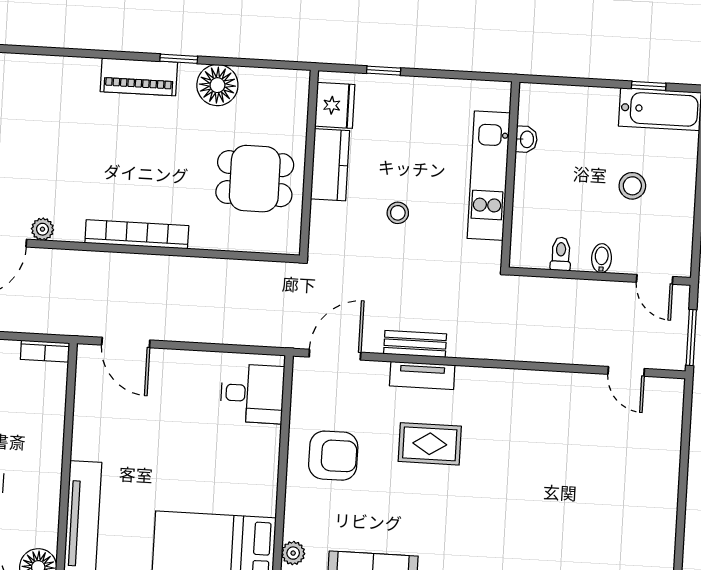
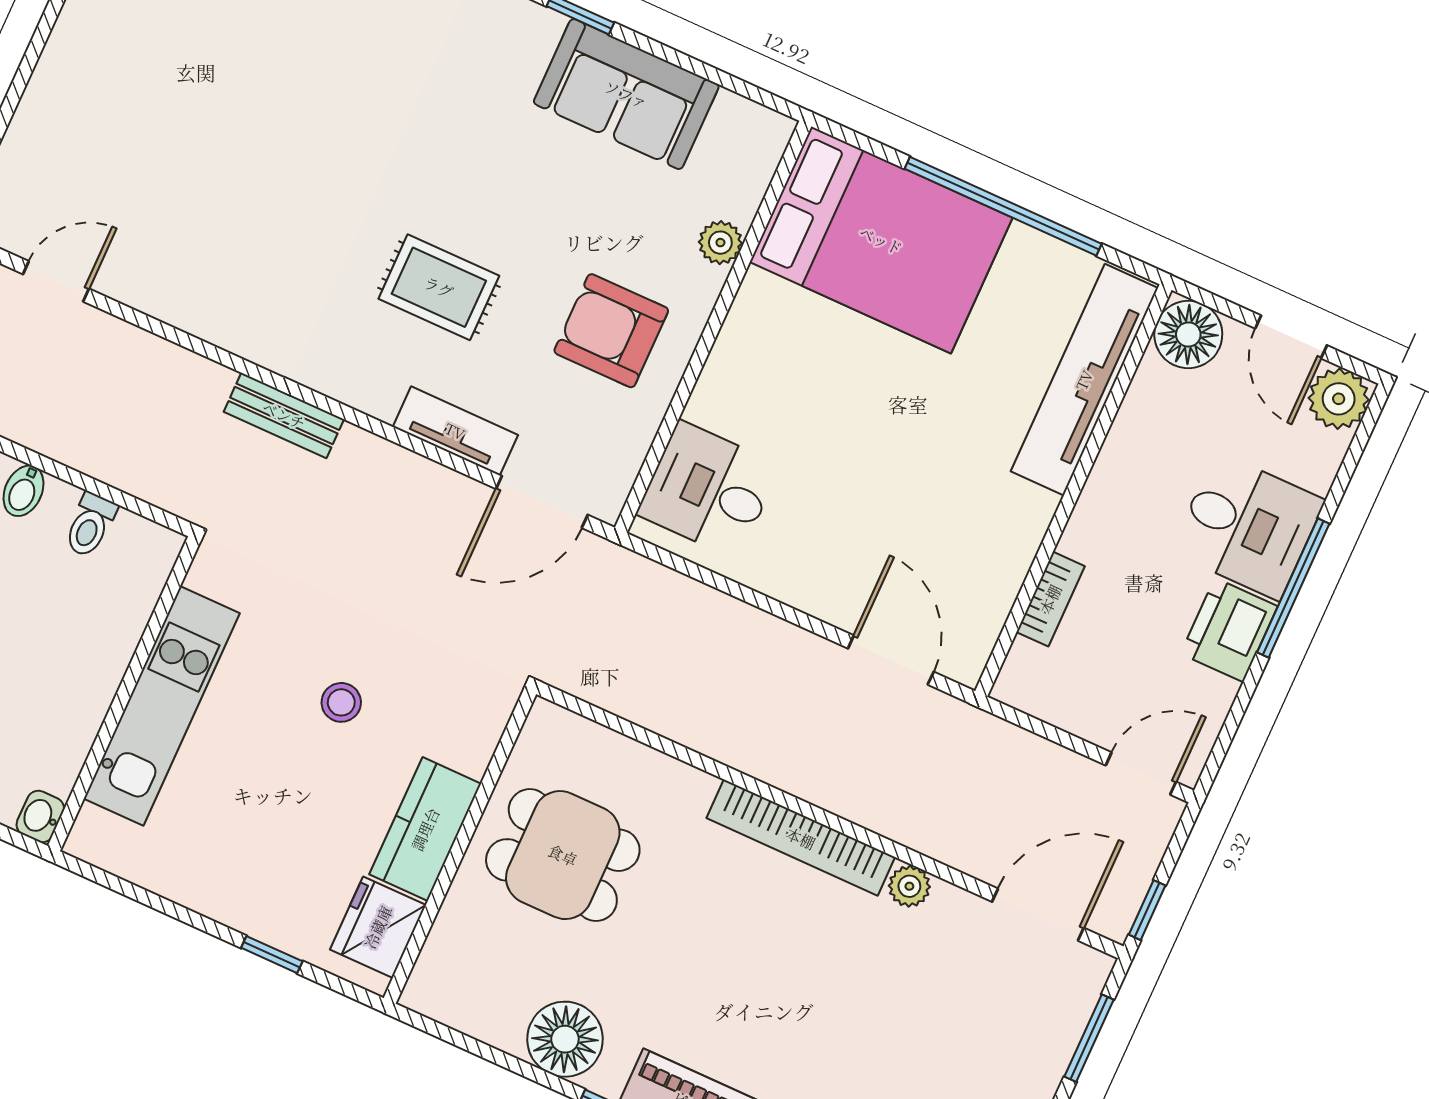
washbasin: (526, 139) -> (40, 816), moved
plant: (42, 229) -> (909, 886), moved
bench: (415, 344) -> (284, 415), moved
bookcase: (45, 351) -> (1050, 599), moved, turned 90
door: (626, 371) -> (56, 281), hinge flipped
tv unit: (422, 375) -> (455, 431), moved
plant: (293, 553) -> (720, 243), moved

